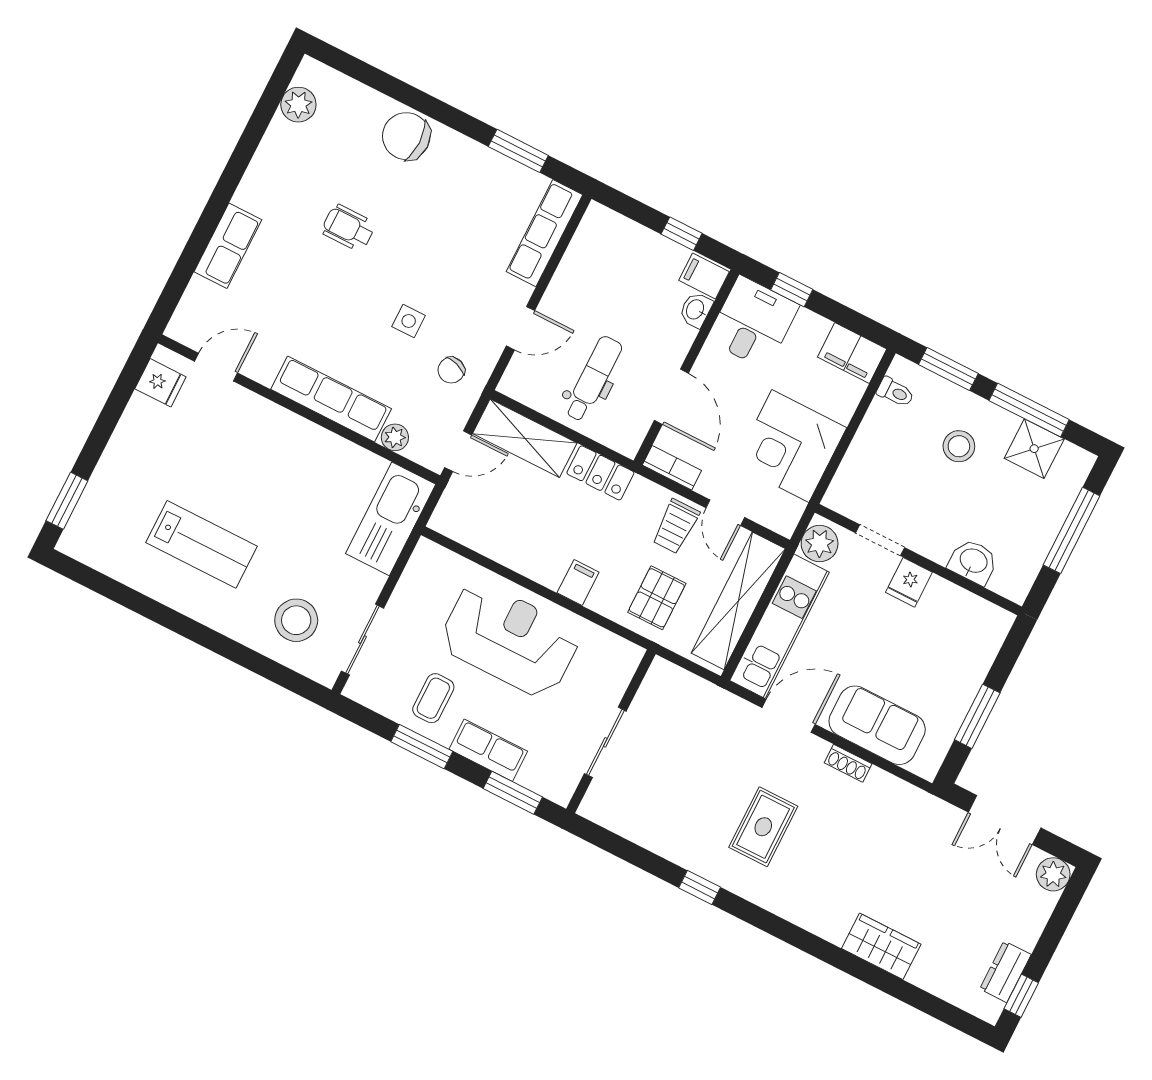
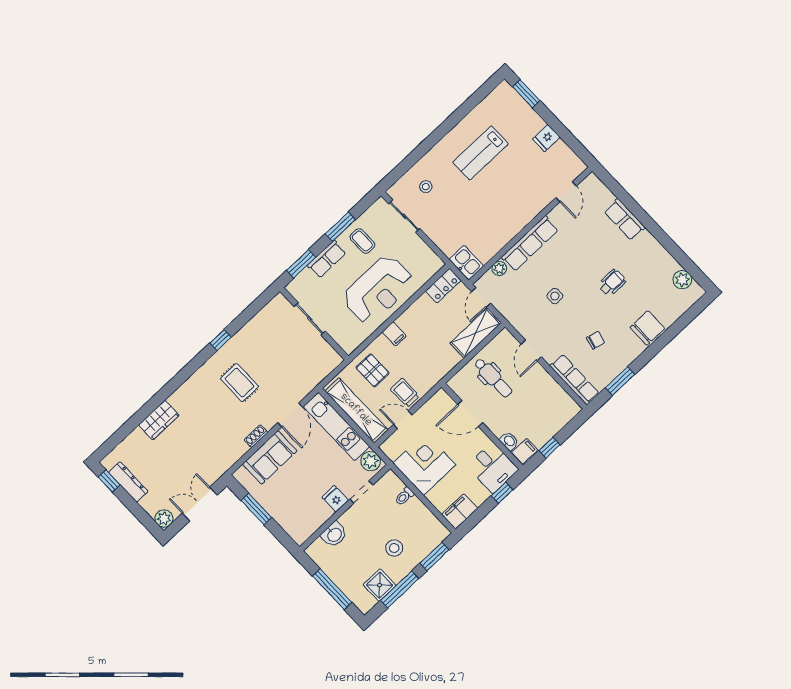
chair: (451, 370) -> (596, 340), moved, turned 85
fridge: (160, 383) -> (546, 138), moved
toilet: (895, 392) -> (404, 496), moved
bookcase: (672, 468) -> (435, 401), removed
locker: (600, 473) -> (443, 286), moved, turned 180
kitchen sink: (391, 519) -> (466, 263), width x0.53, depth x0.81
stool: (296, 620) -> (426, 187), width x0.53, depth x0.53
dresser: (1005, 972) -> (128, 482), width x1.44

